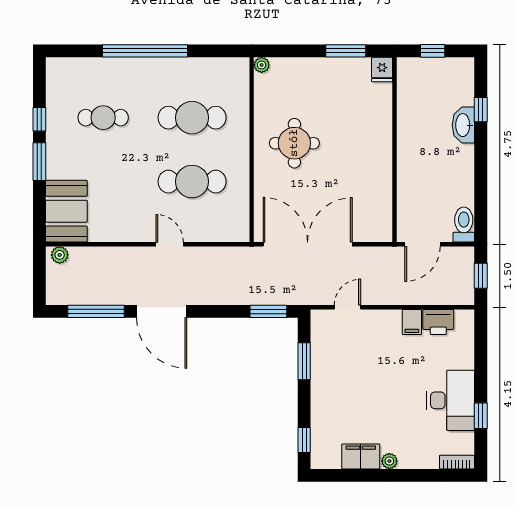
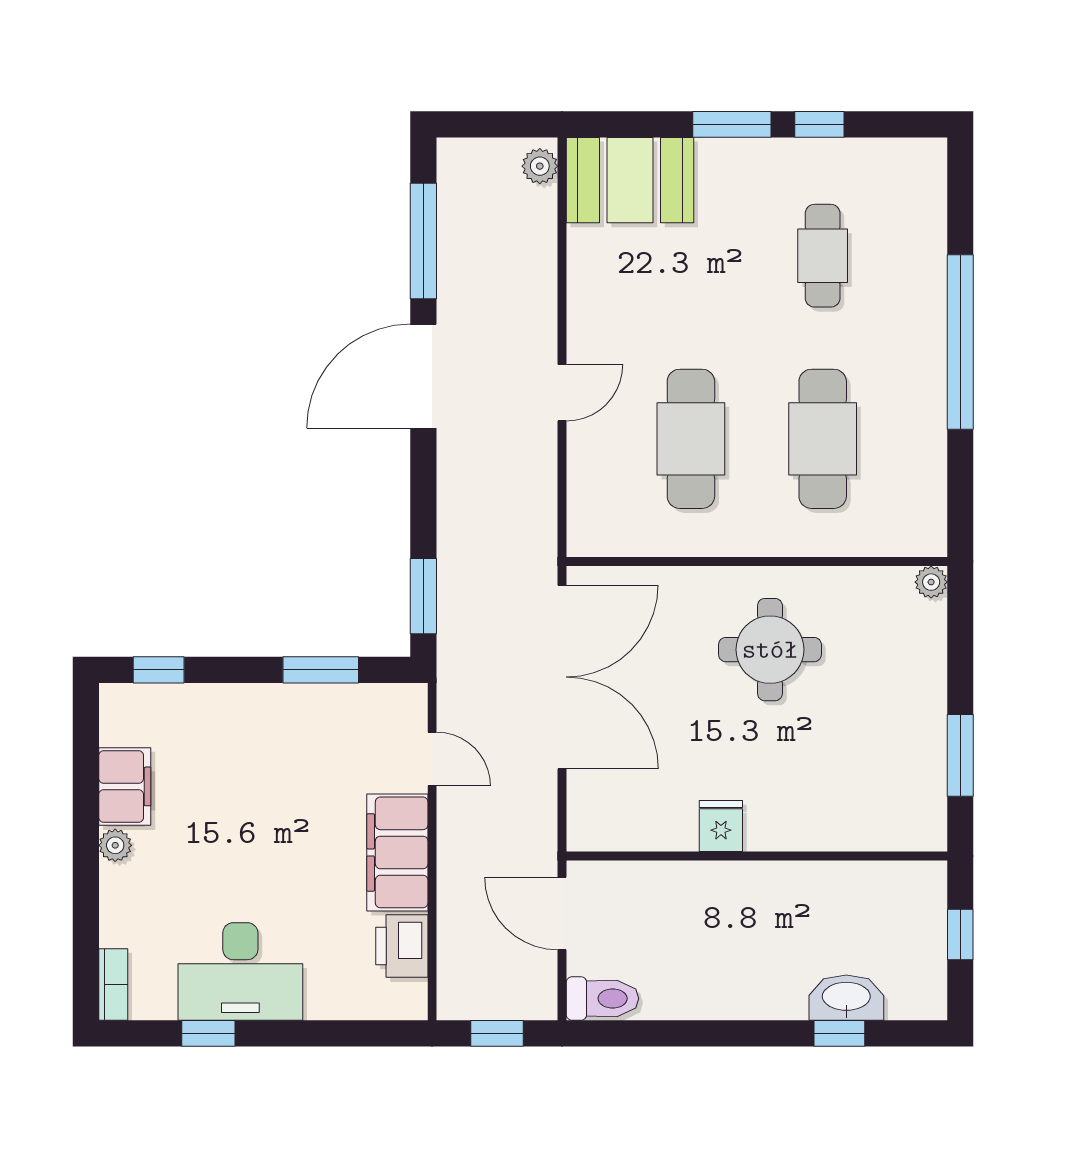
fridge: (382, 70) -> (721, 826), moved, turned 90
washbasin: (463, 125) -> (846, 998), moved
filing cabinet: (412, 322) -> (397, 852), width x3.00, depth x1.17

